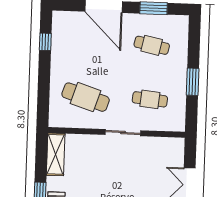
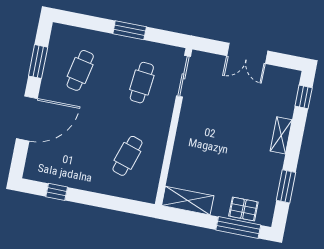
cafe table: (86, 97) -> (127, 156), width x0.73, depth x0.74
sliding door: (123, 133) -> (183, 76), moved

